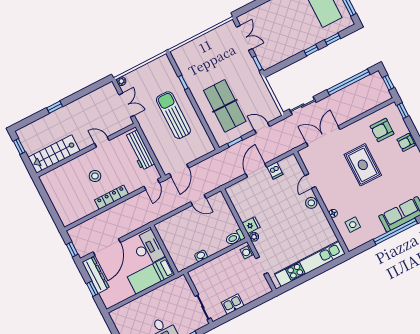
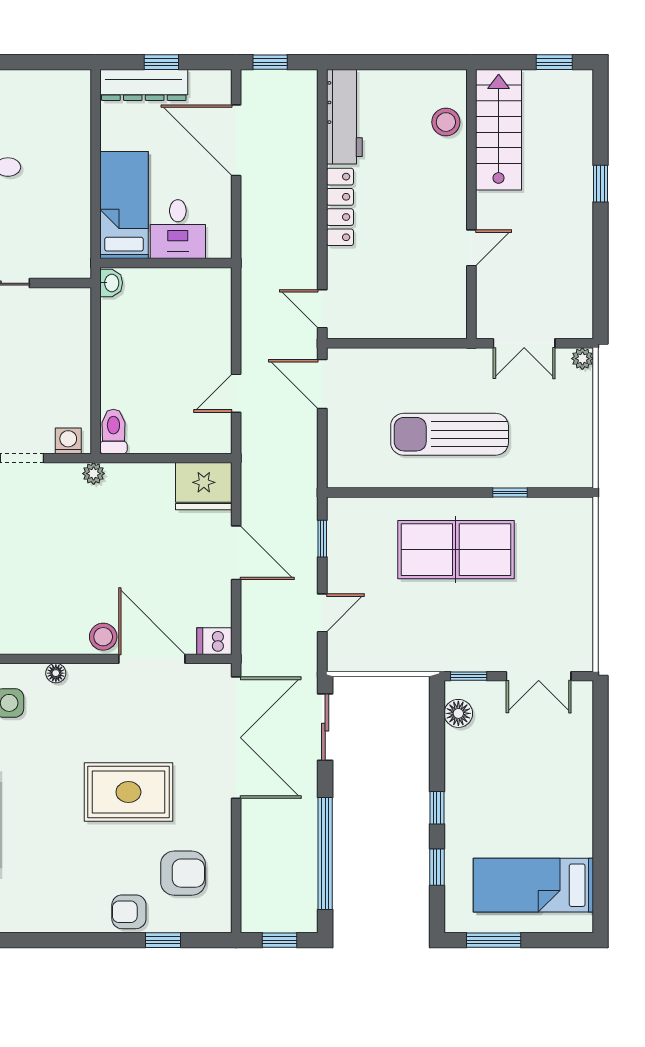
floor lamp: (273, 60) -> (458, 713), added
table tennis table: (225, 106) -> (456, 550), moved
window: (403, 111) -> (163, 940), moved
sun lounger: (173, 115) -> (450, 434), turned 180
armchair: (382, 130) -> (183, 873), turned 90
double door: (323, 136) -> (236, 738), width x1.36
armchair: (406, 142) -> (129, 912), turned -90
workbench: (140, 150) -> (344, 117), moved, turned 90
dishwasher: (275, 171) -> (214, 641), moved
stool: (95, 176) -> (446, 122), moved
door: (310, 181) -> (152, 659), width x1.88
fridge: (251, 225) -> (204, 486), moved, width x1.88, depth x1.34
desk: (148, 248) -> (178, 229), width x0.73
washbasin: (201, 256) -> (111, 283), moved
dresser: (96, 275) -> (144, 85), moved

